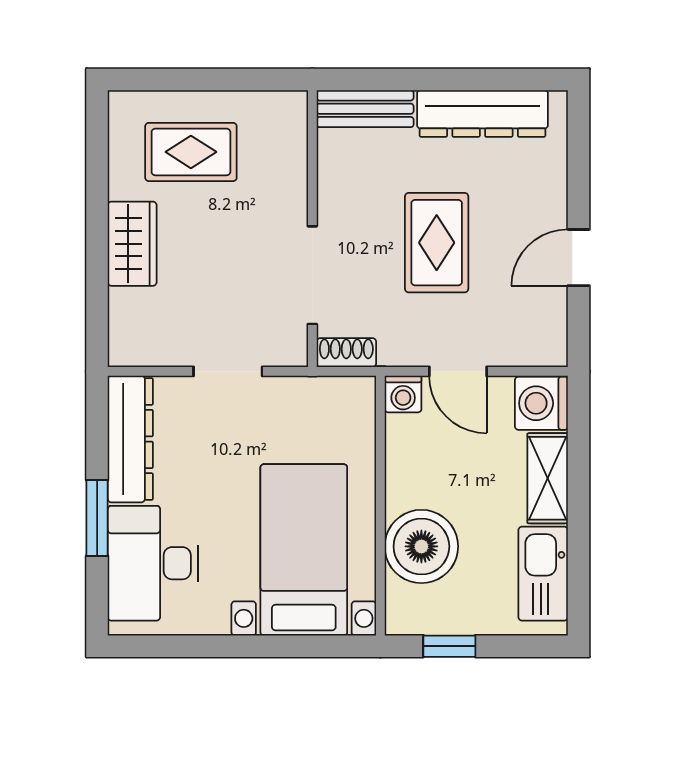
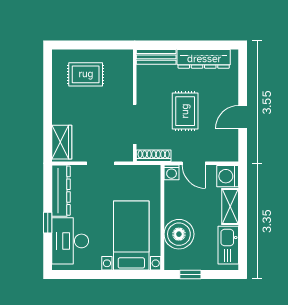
wardrobe: (132, 244) -> (62, 142), moved
shoe rack: (346, 353) -> (154, 156), width x1.43
window: (97, 518) -> (48, 223), width x0.67

